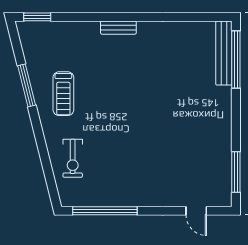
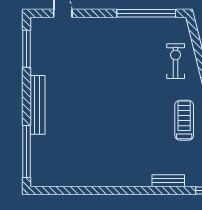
bench: (118, 28) -> (168, 181), moved
bench: (224, 53) -> (37, 105), moved

